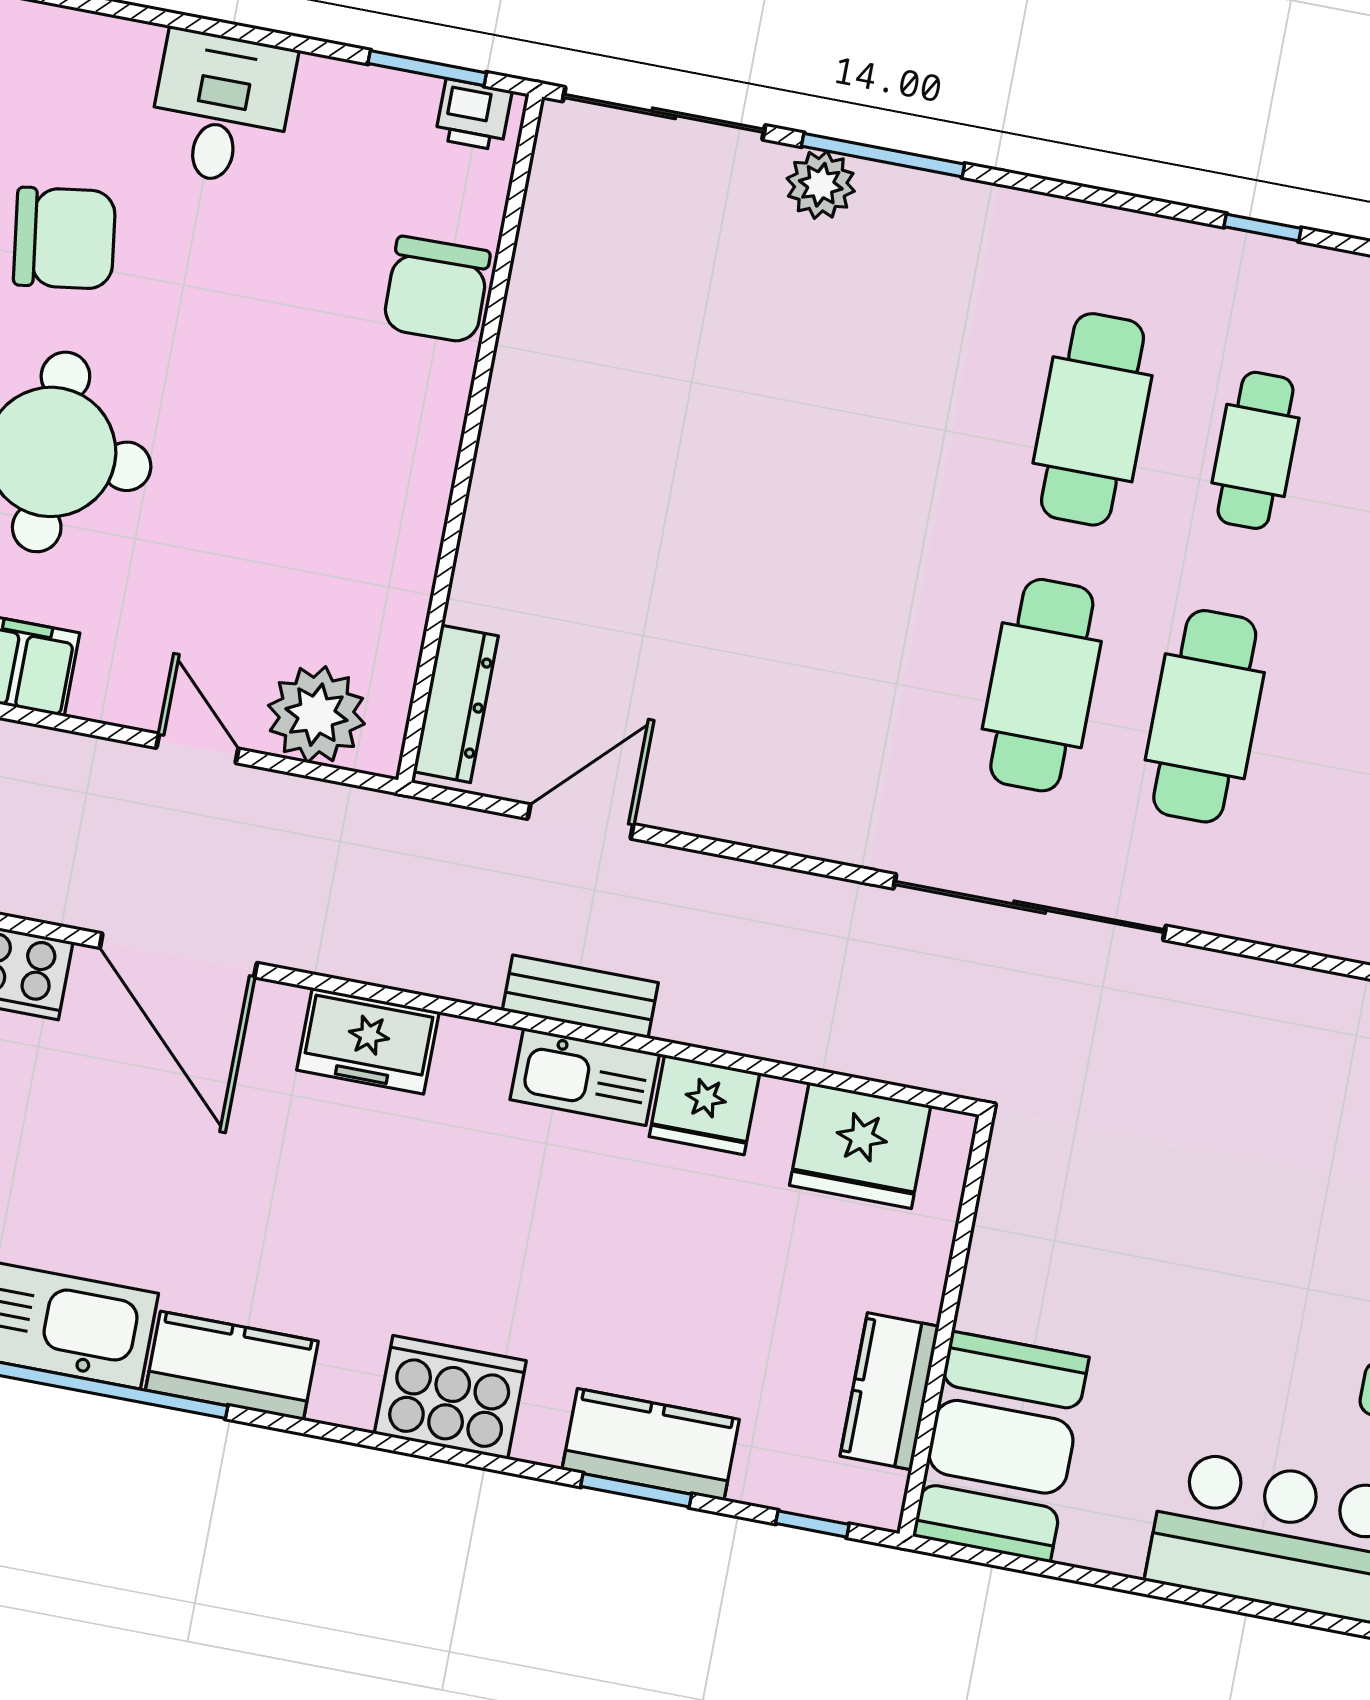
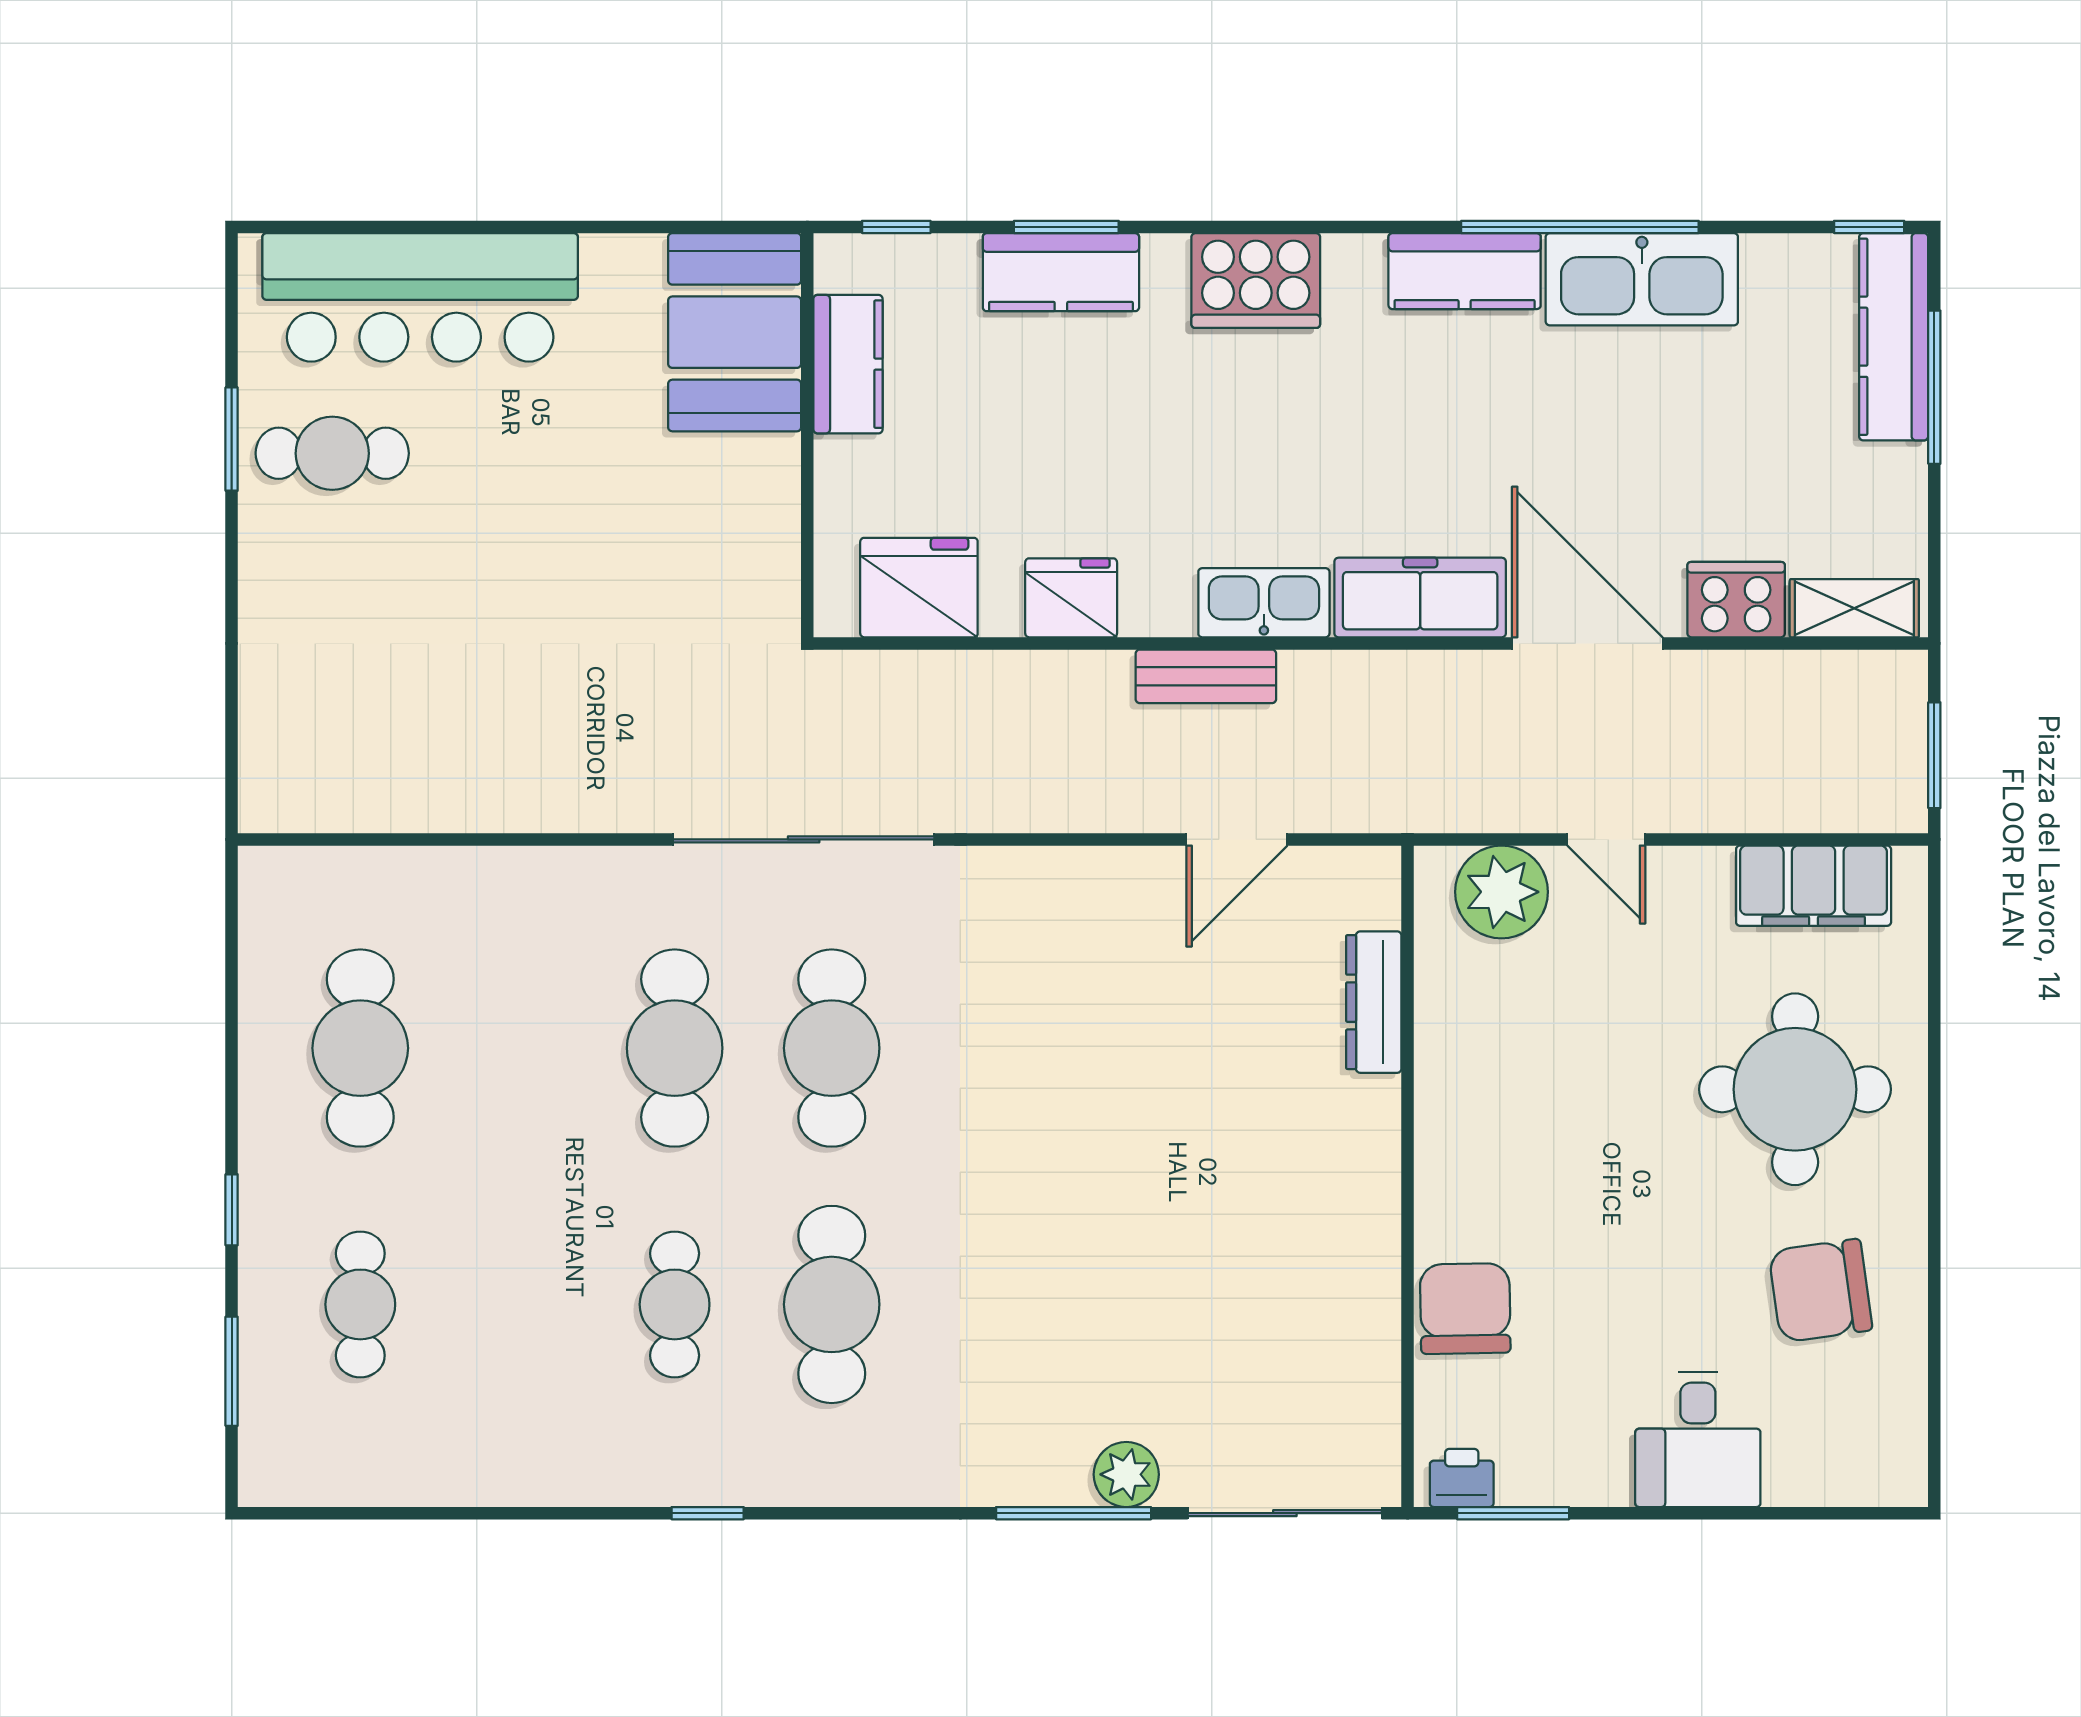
dresser: (456, 704) -> (1374, 1002), moved
freezer: (368, 1041) -> (1420, 597), width x1.40
kitchen sink: (585, 1077) -> (1264, 603), moved

